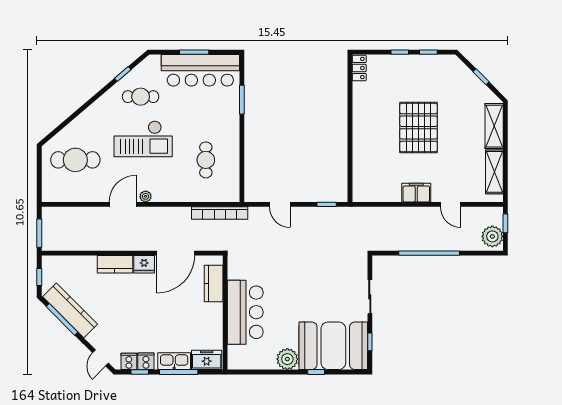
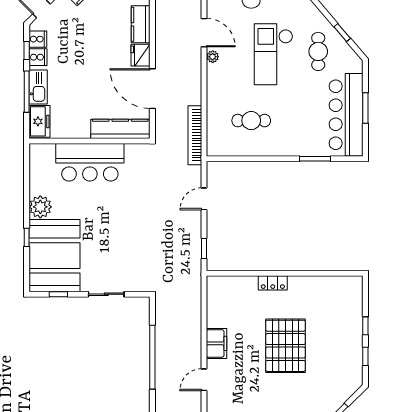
locker: (359, 68) -> (273, 283), moved
pallet: (419, 128) -> (285, 346), turned 90
kitchen counter: (214, 284) -> (120, 129), width x1.50

